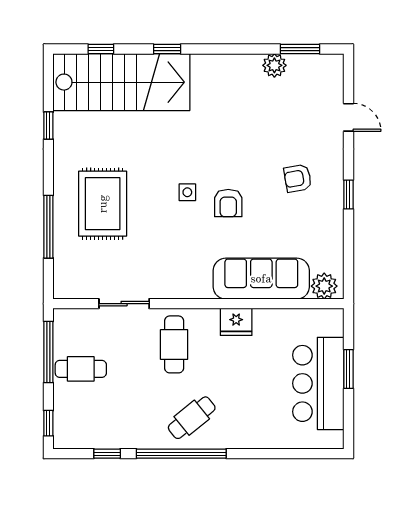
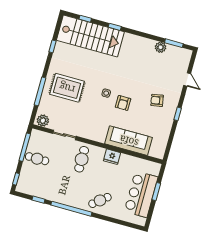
rug: (103, 204) -> (67, 88), turned 90
plant: (324, 286) -> (43, 121), moved
cafe table: (192, 418) -> (100, 200), moved

